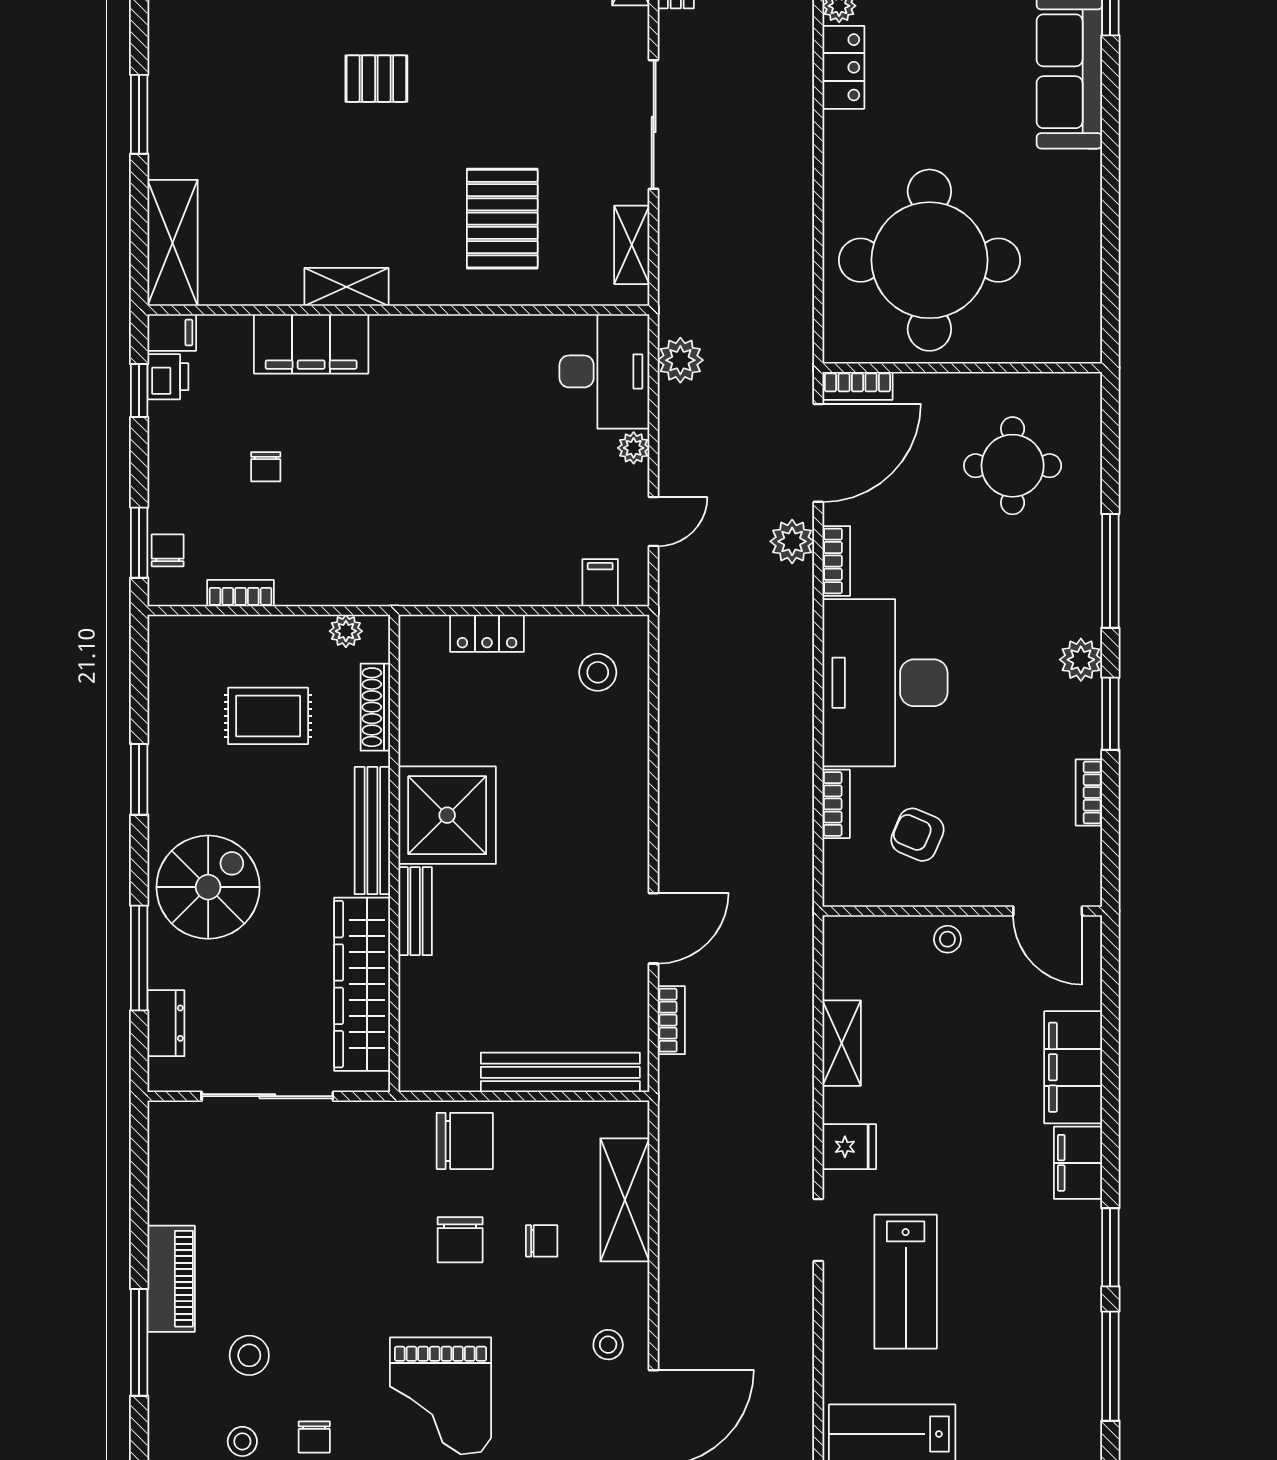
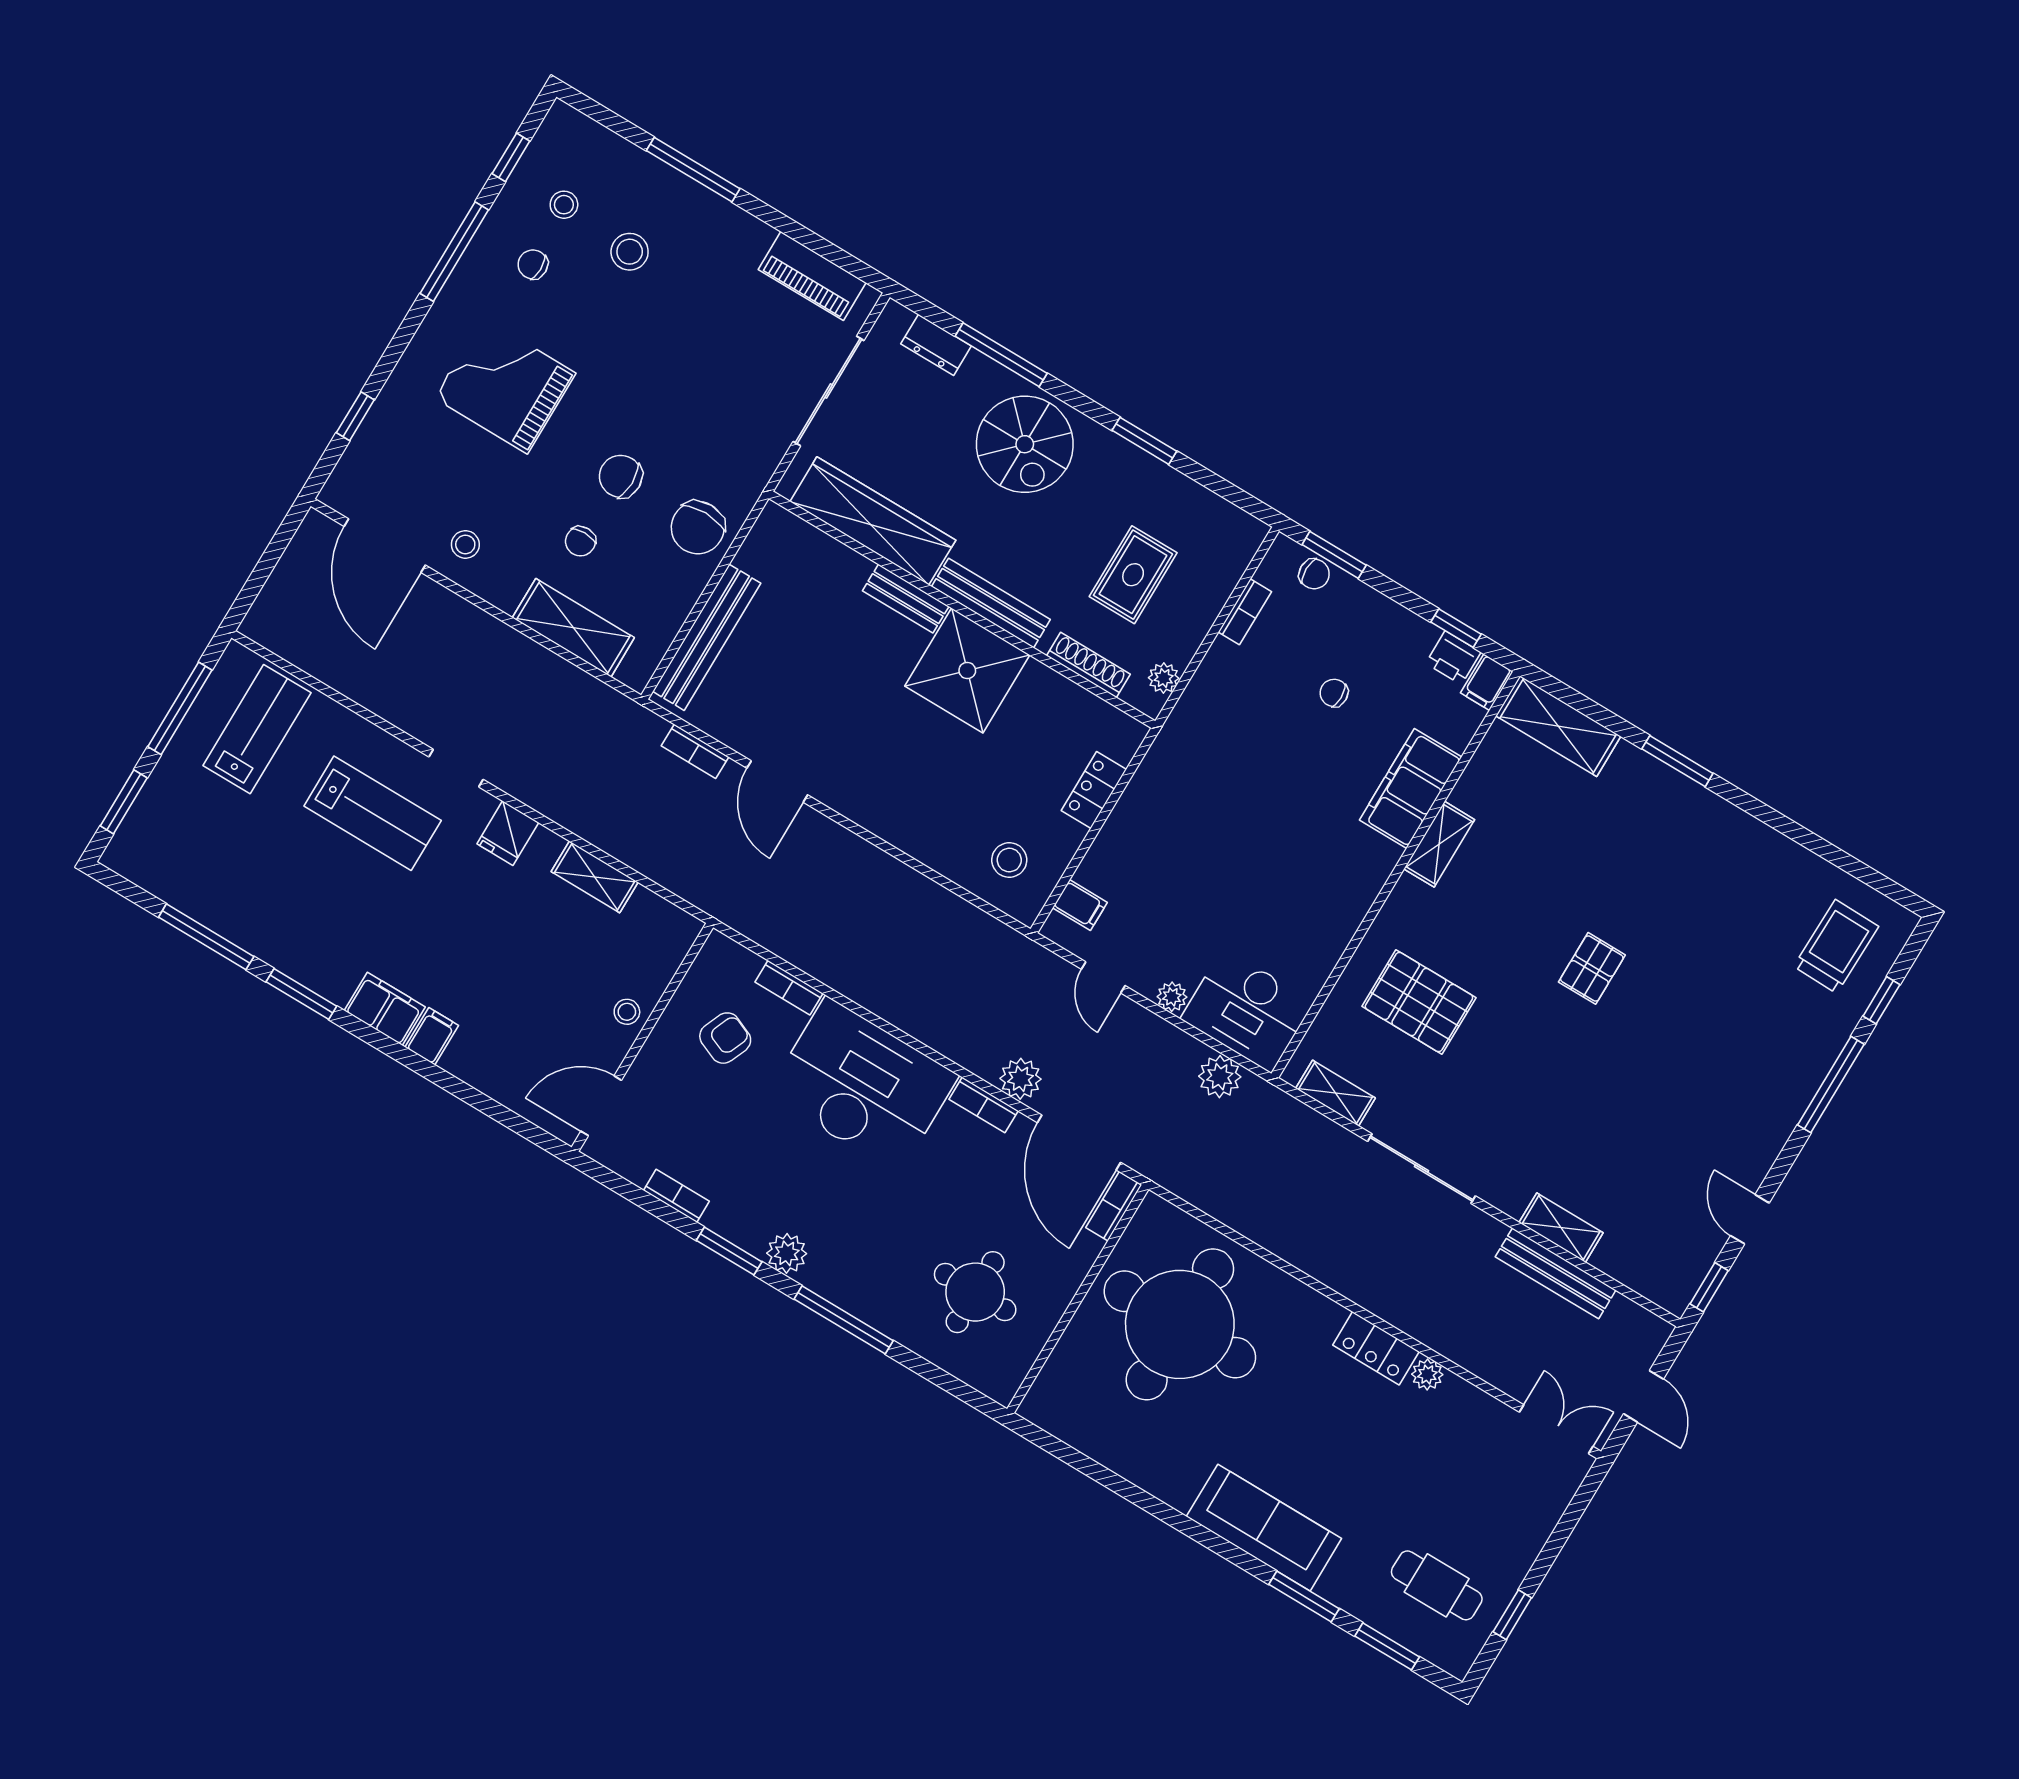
filing cabinet: (1073, 1067) -> (432, 1036), width x0.33, depth x0.86
piano: (171, 1279) -> (812, 276), moved
lab bench: (906, 1282) -> (373, 813), turned 180

